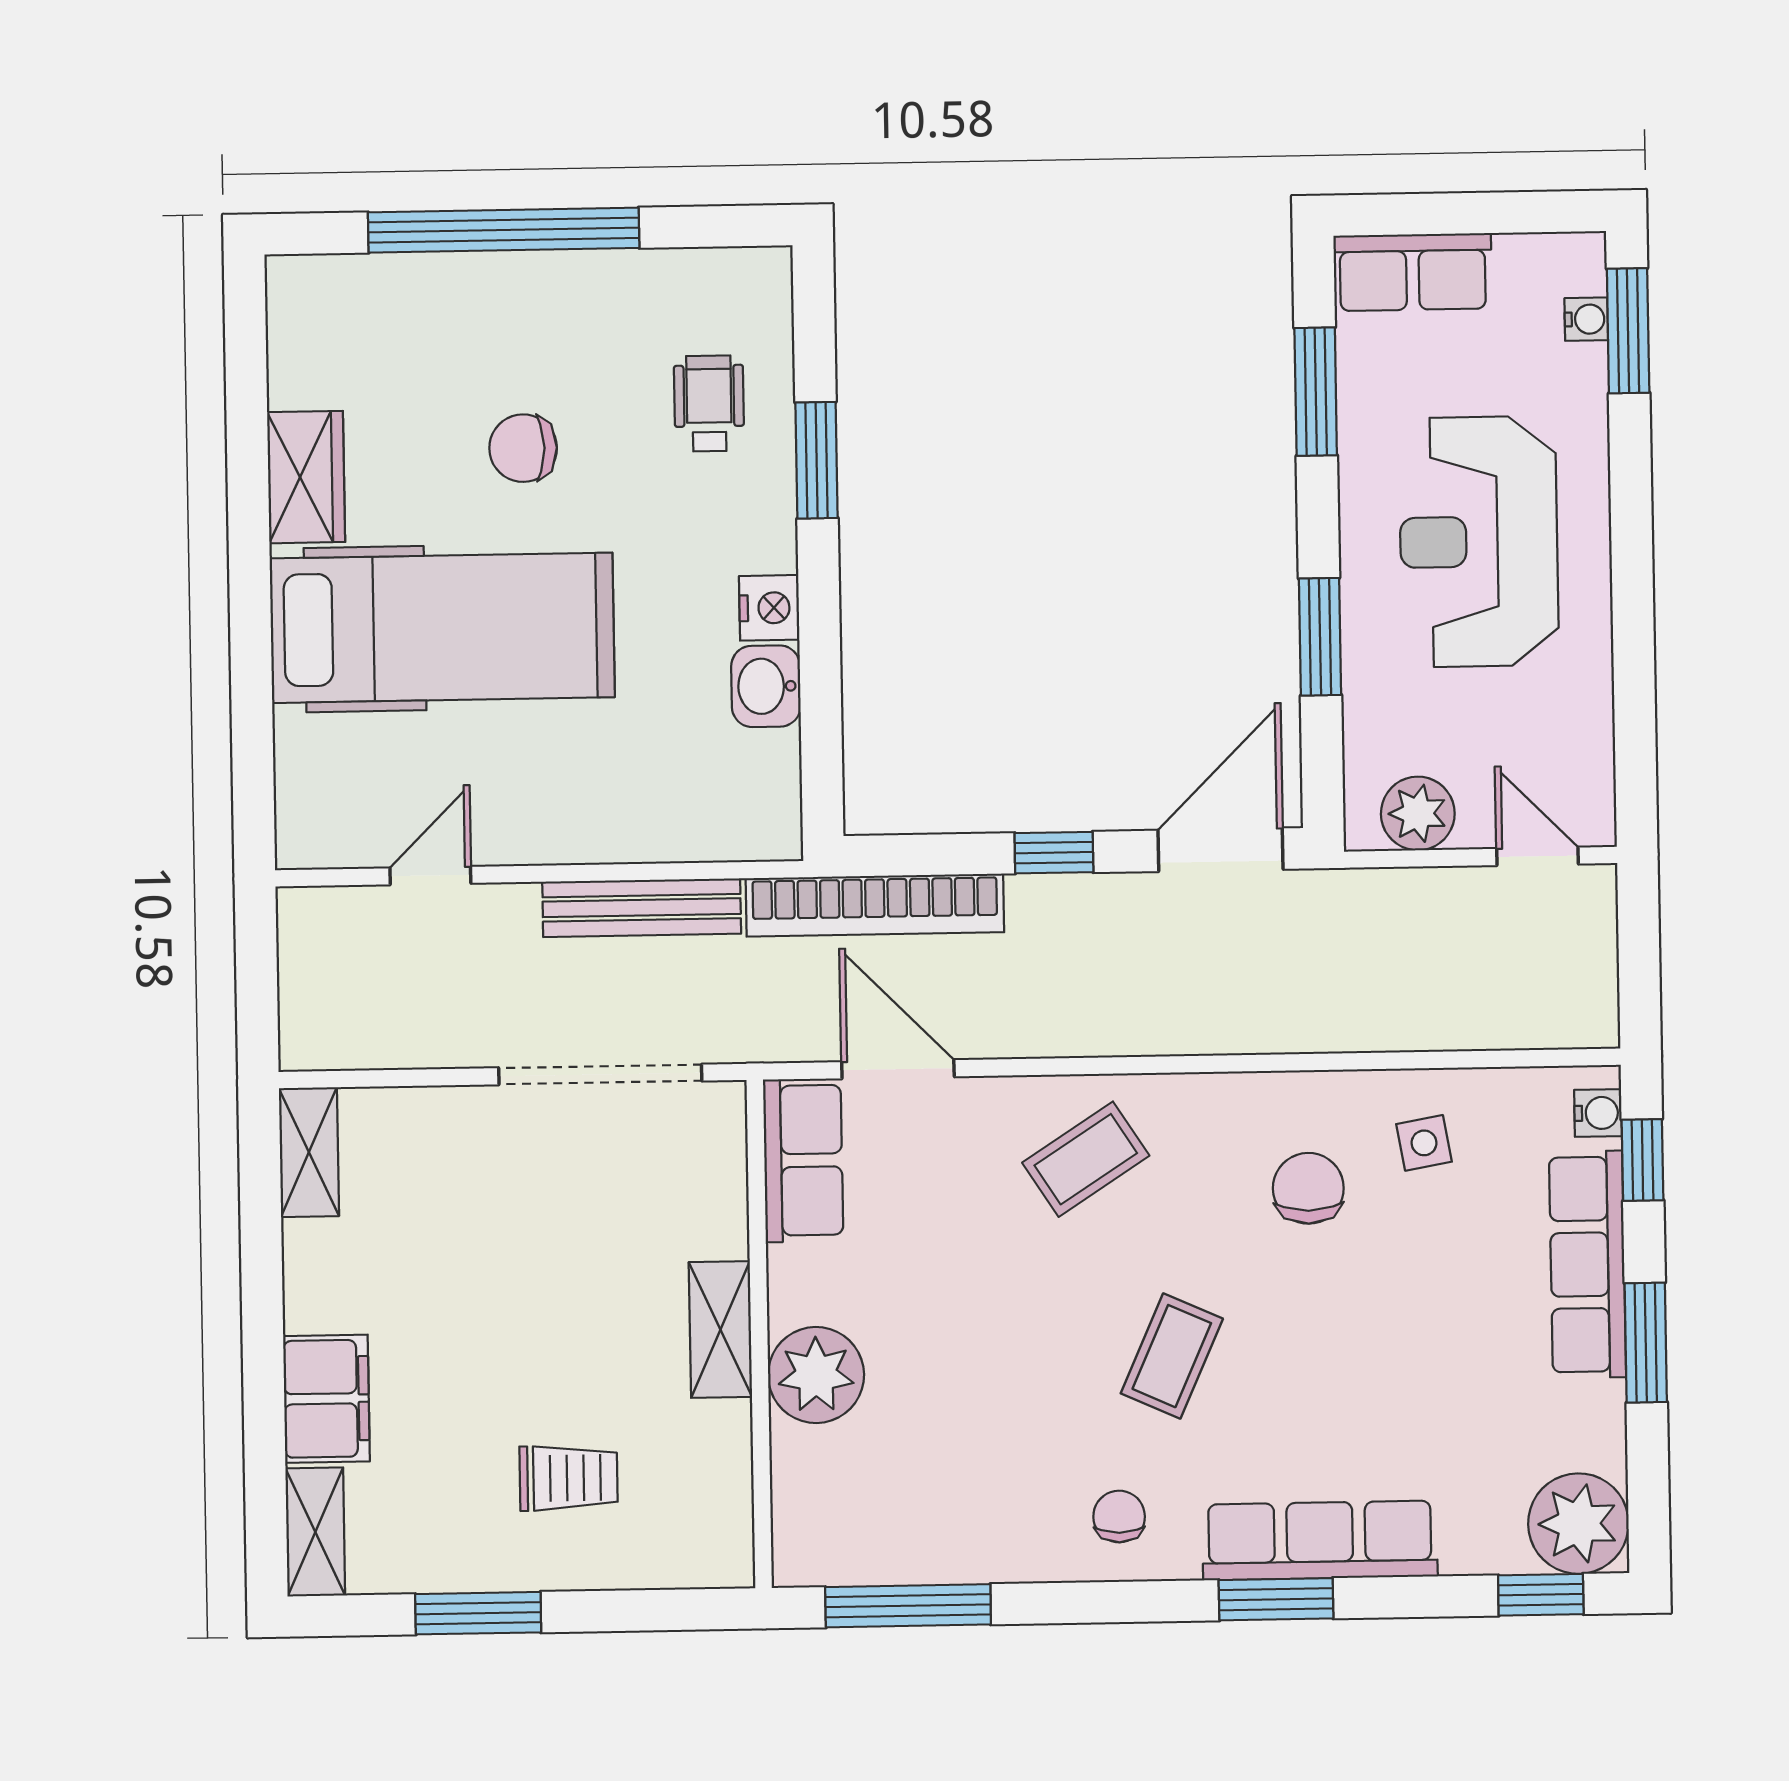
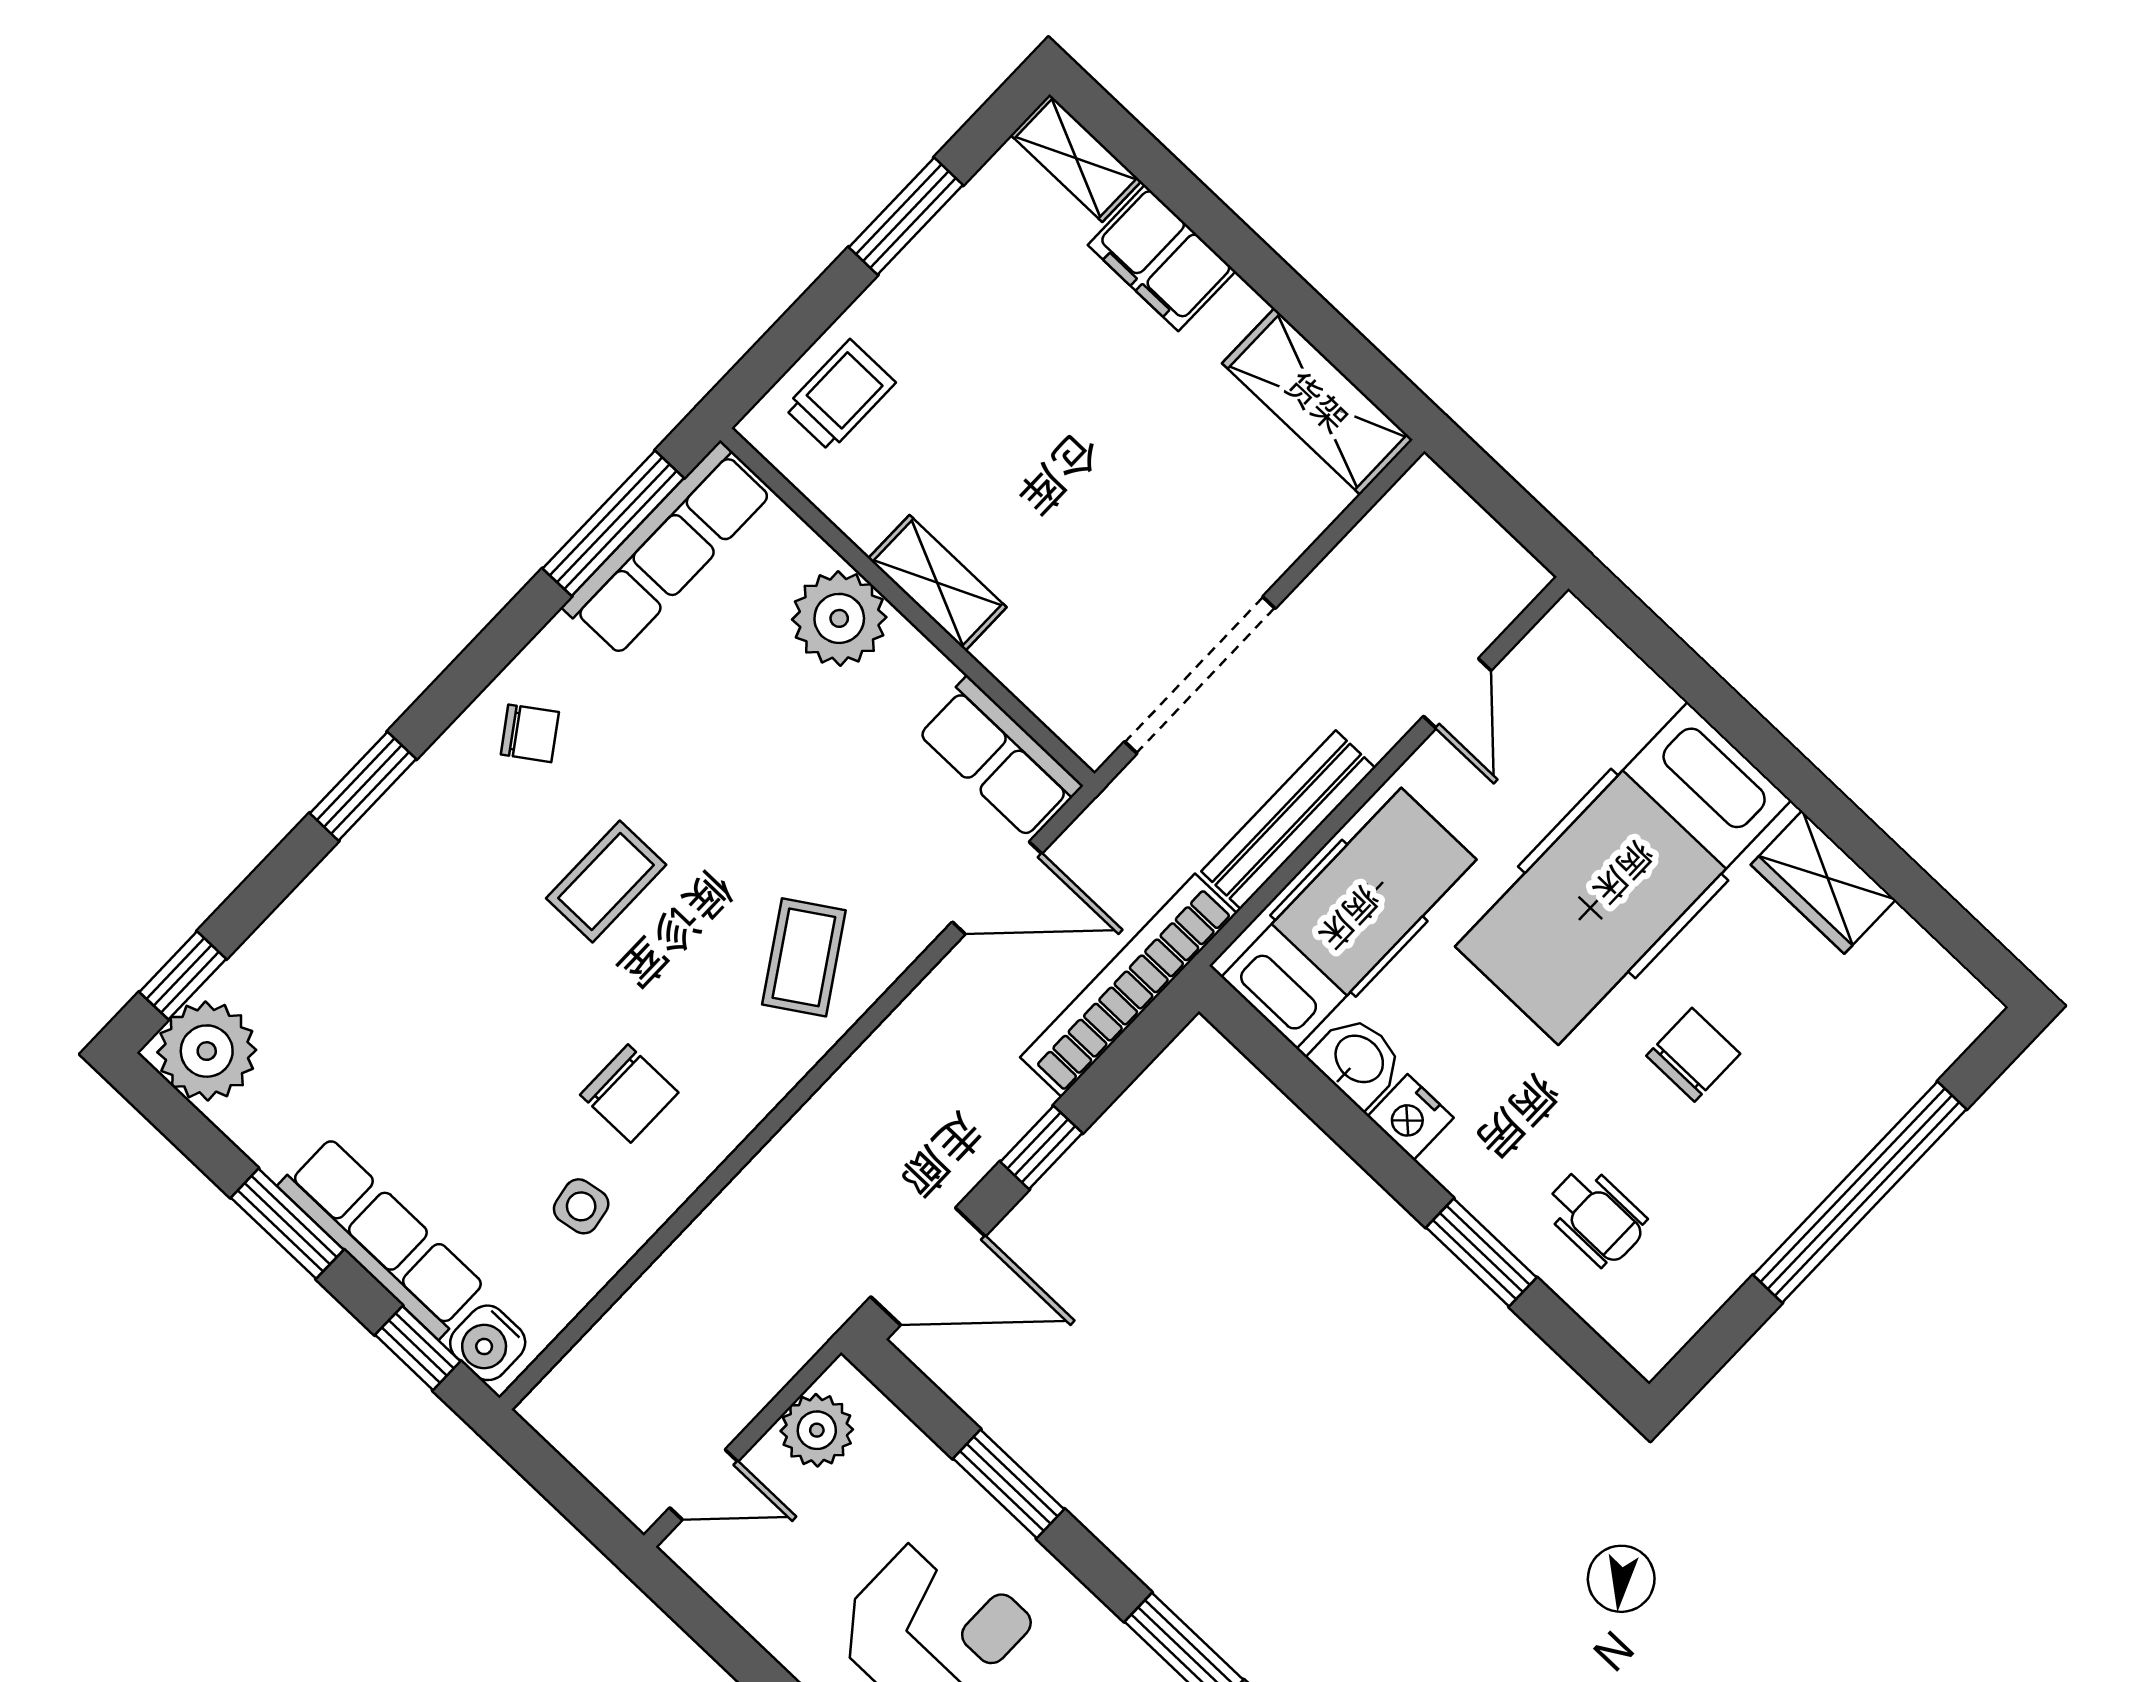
hospital bed: (670, 794) -> (1349, 918), added
door: (1220, 850) -> (928, 1266), hinge flipped
water cooler: (1598, 1113) -> (488, 1343), width x1.38, depth x1.38
shelving: (309, 1152) -> (1317, 402), width x1.50, depth x1.33
coffee table: (1172, 1356) -> (606, 881), turned 66
trolley: (569, 1478) -> (840, 395), moved, turned 180
chair: (1119, 1516) -> (530, 733), turned -35
row of seats: (1320, 1540) -> (668, 549), moved

